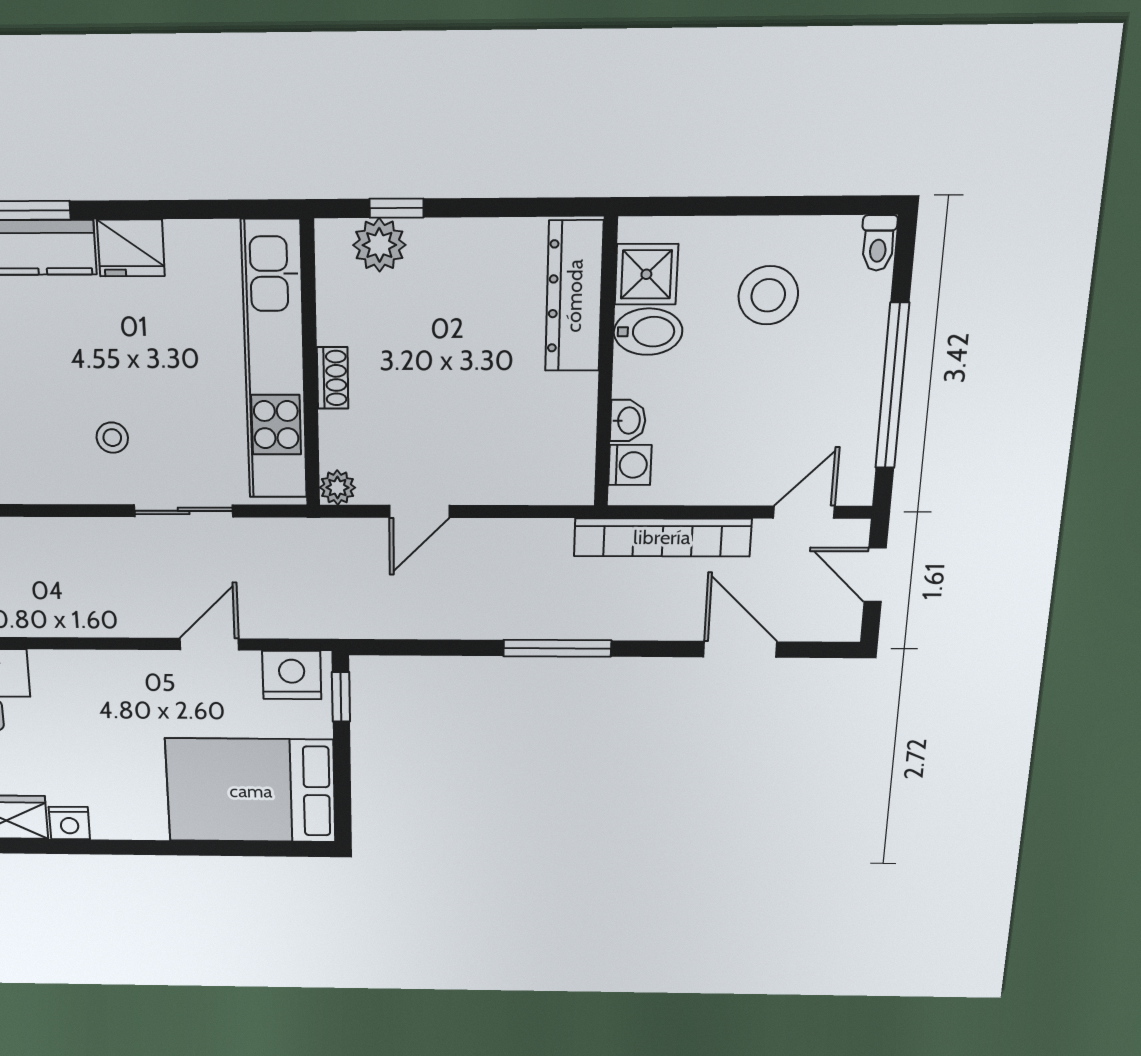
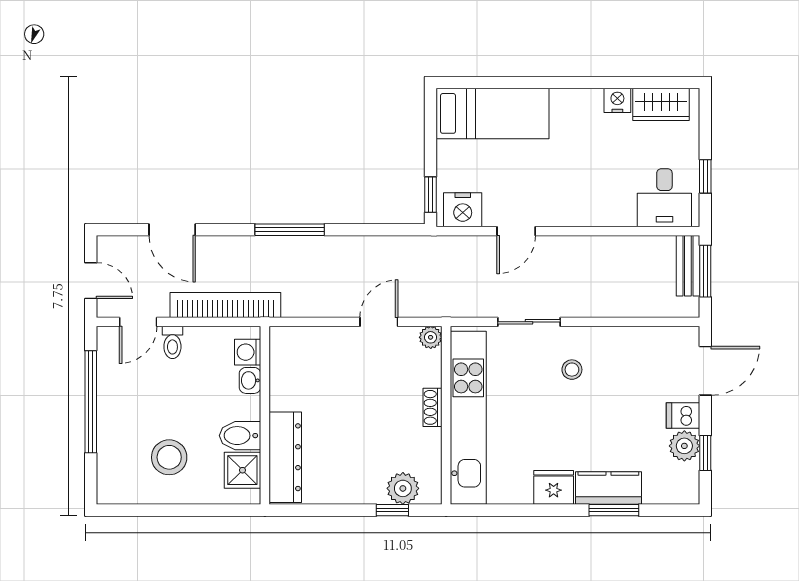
toilet: (878, 243) -> (172, 342), moved, turned 180
bed: (251, 791) -> (492, 113), width x0.67

